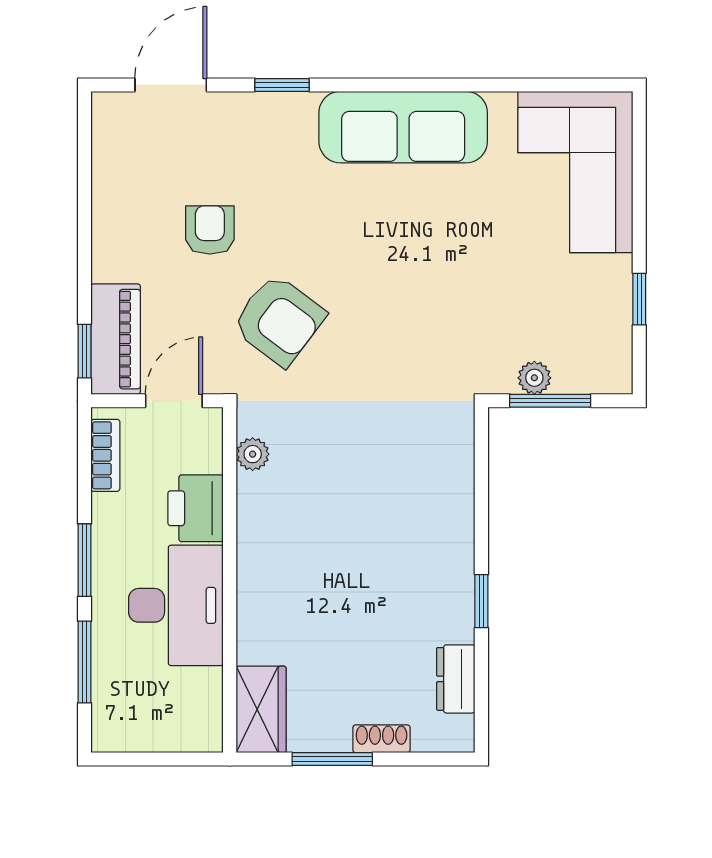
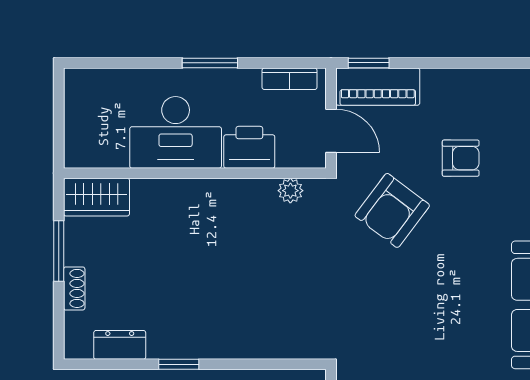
window: (85, 662) -> (132, 63), removed

